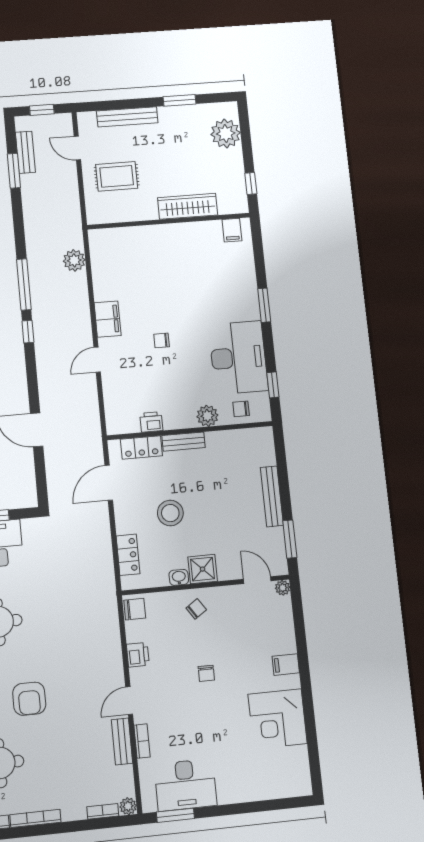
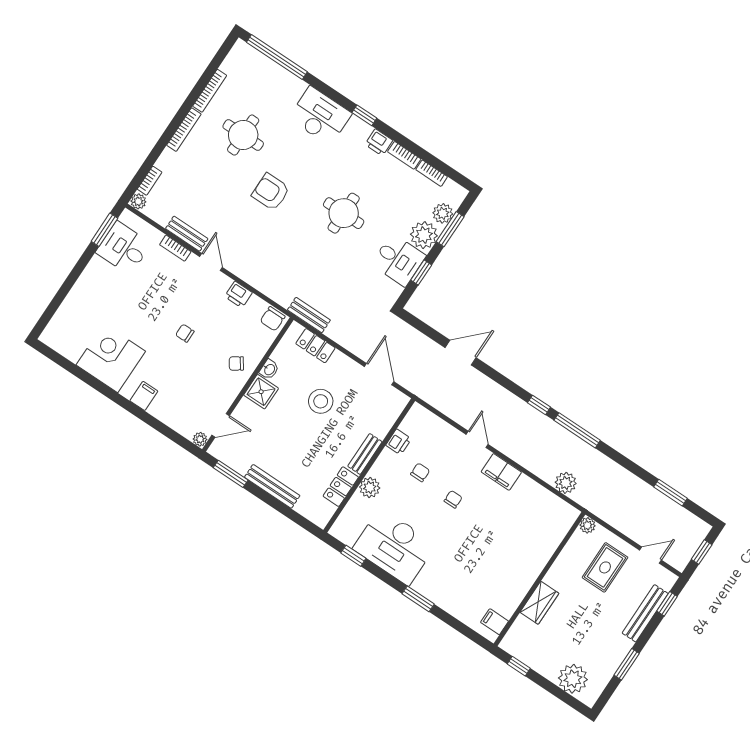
window: (106, 105) -> (667, 604), added
bench: (25, 152) -> (309, 315), moved
wardrobe: (188, 206) -> (539, 603), width x0.67
plant: (94, 216) -> (587, 525), added
chair: (241, 409) -> (420, 472), moved
locker: (141, 447) -> (341, 487), moved
chair: (196, 609) -> (236, 363), turned 90
desk: (185, 785) -> (124, 248), width x0.73

